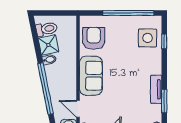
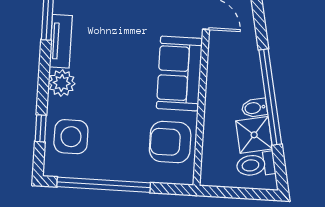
armchair: (94, 38) -> (170, 142), turned 90
plant: (154, 67) -> (62, 83), added
window: (46, 89) -> (270, 97), moved

